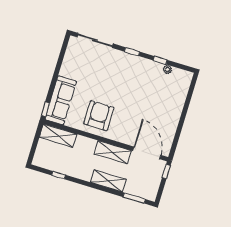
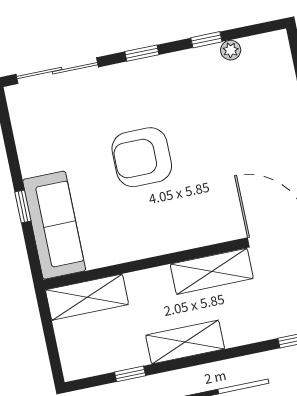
window: (45, 109) -> (23, 206), moved
armchair: (99, 116) -> (142, 157), moved, turned -90
shelving: (108, 181) -> (185, 342), moved

